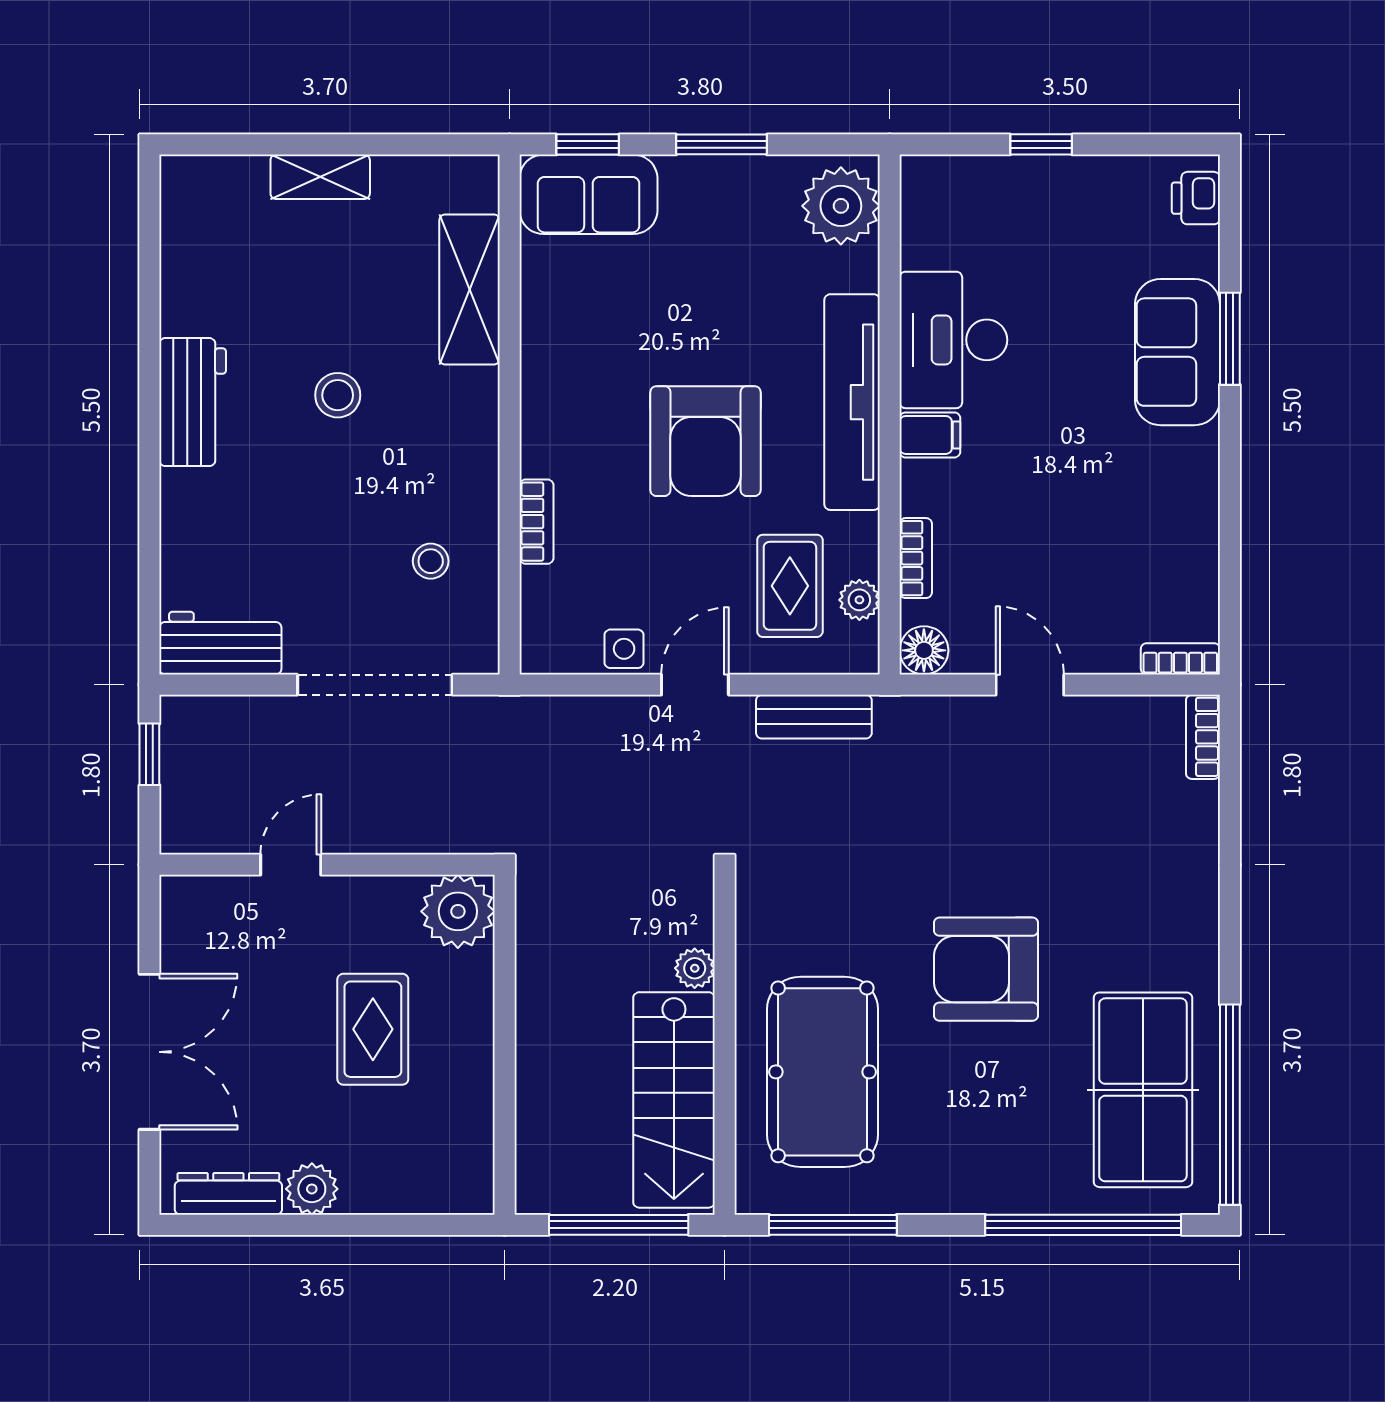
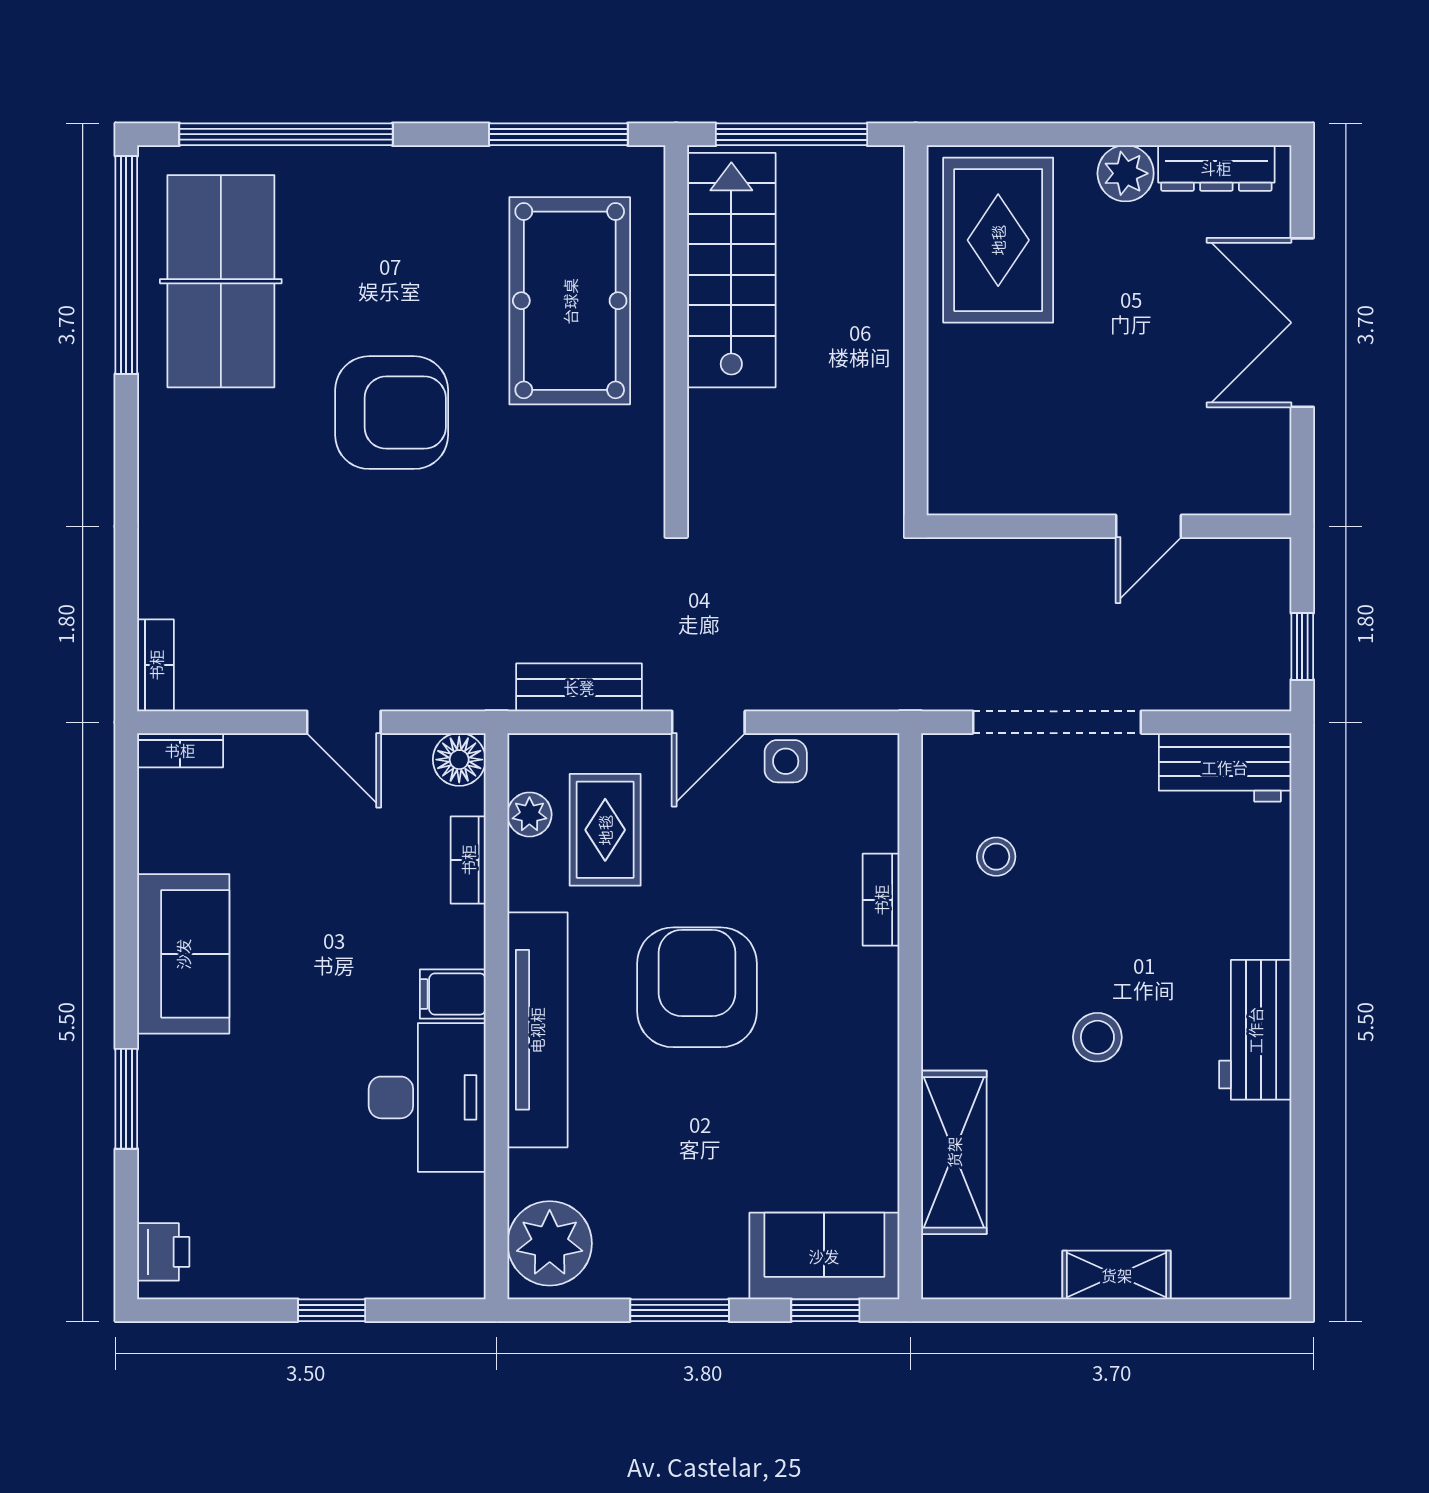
sofa: (1177, 352) -> (183, 954), moved
plant: (458, 911) -> (967, 475), removed
plant: (695, 968) -> (709, 414), removed
rug: (373, 1029) -> (998, 240), moved, width x1.36, depth x1.43

